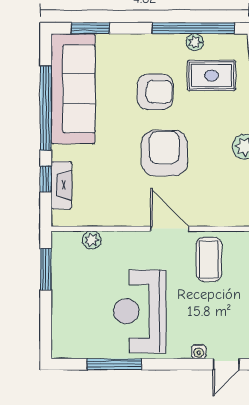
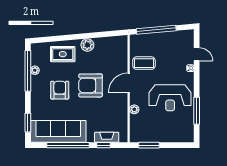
rug: (212, 75) -> (63, 54), moved, turned 90
plant: (92, 240) -> (134, 109), moved

